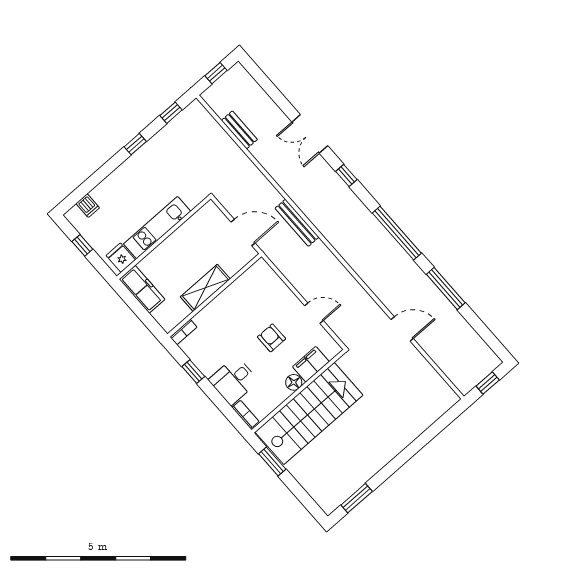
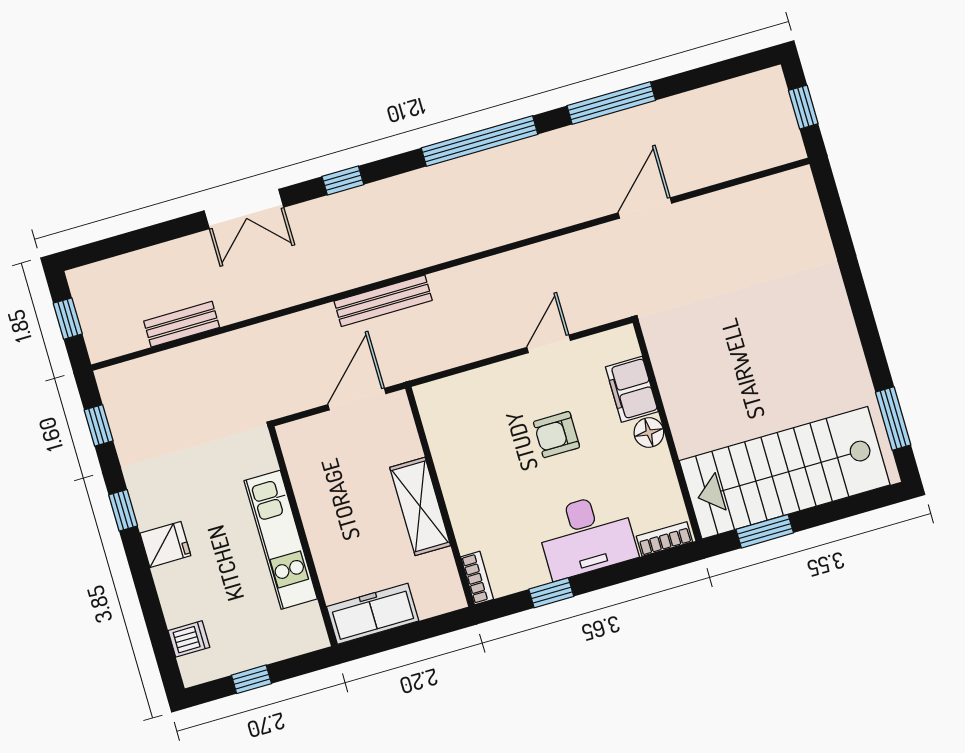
fridge: (121, 258) -> (165, 544), moved, turned 180
desk: (233, 381) -> (586, 536), width x1.37
stairs: (309, 414) -> (785, 473), moved, turned -90

